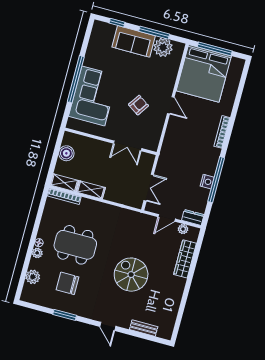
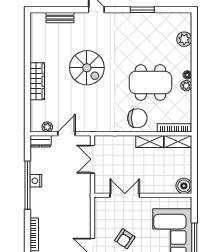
boiler: (66, 153) -> (184, 186), moved
plant: (37, 253) -> (186, 86), moved
wardrobe: (185, 259) -> (37, 81), moved
chair: (68, 283) -> (137, 118), moved

